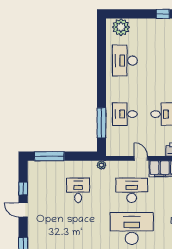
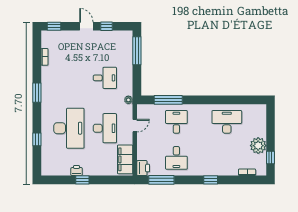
plant: (121, 27) -> (258, 146), moved
door: (141, 158) -> (135, 126), moved
door: (23, 210) -> (86, 26), hinge flipped

